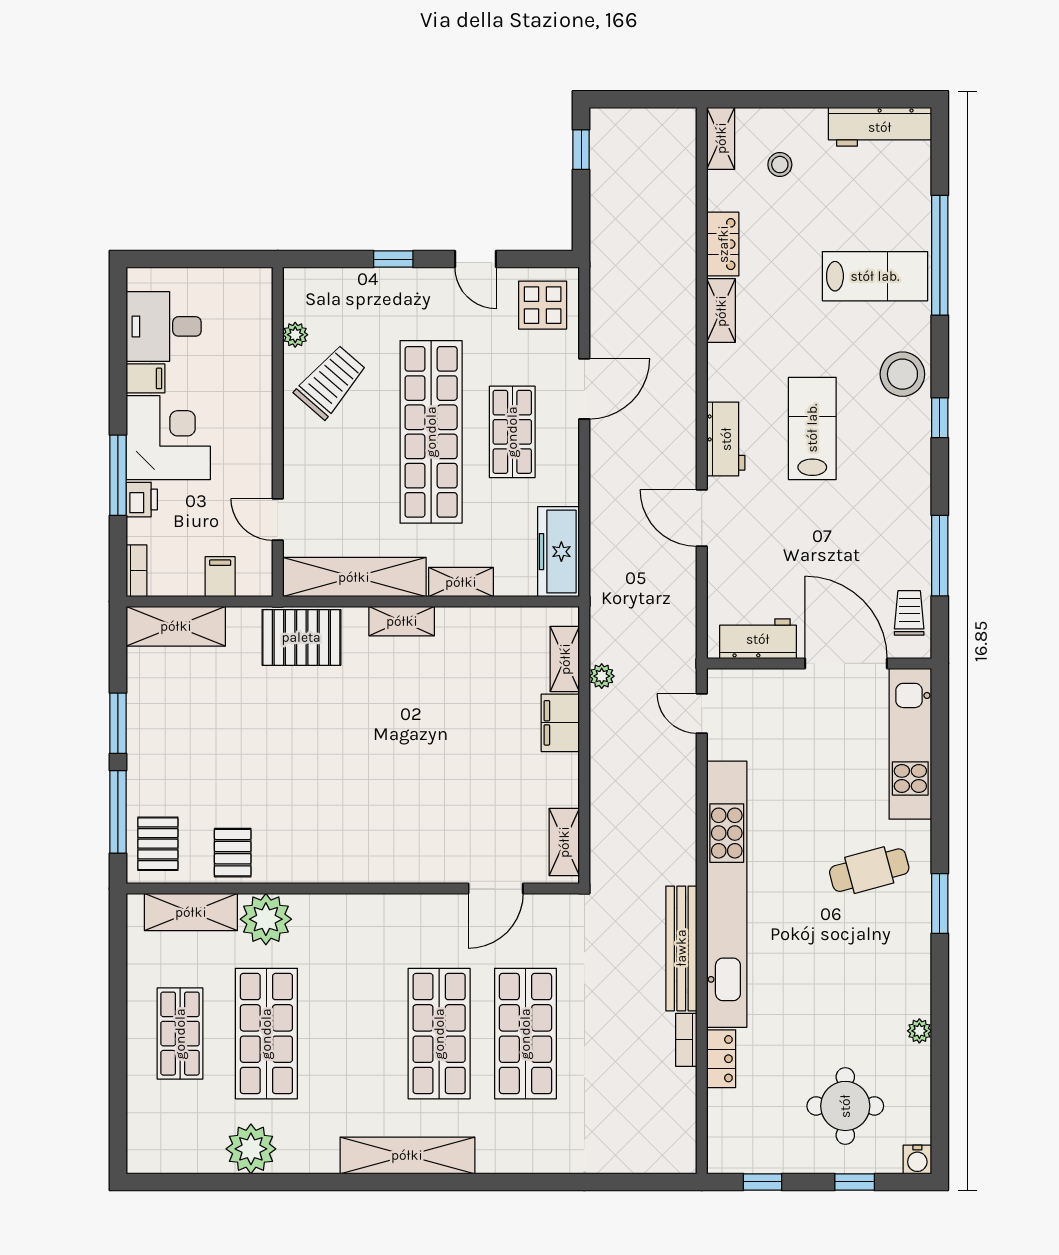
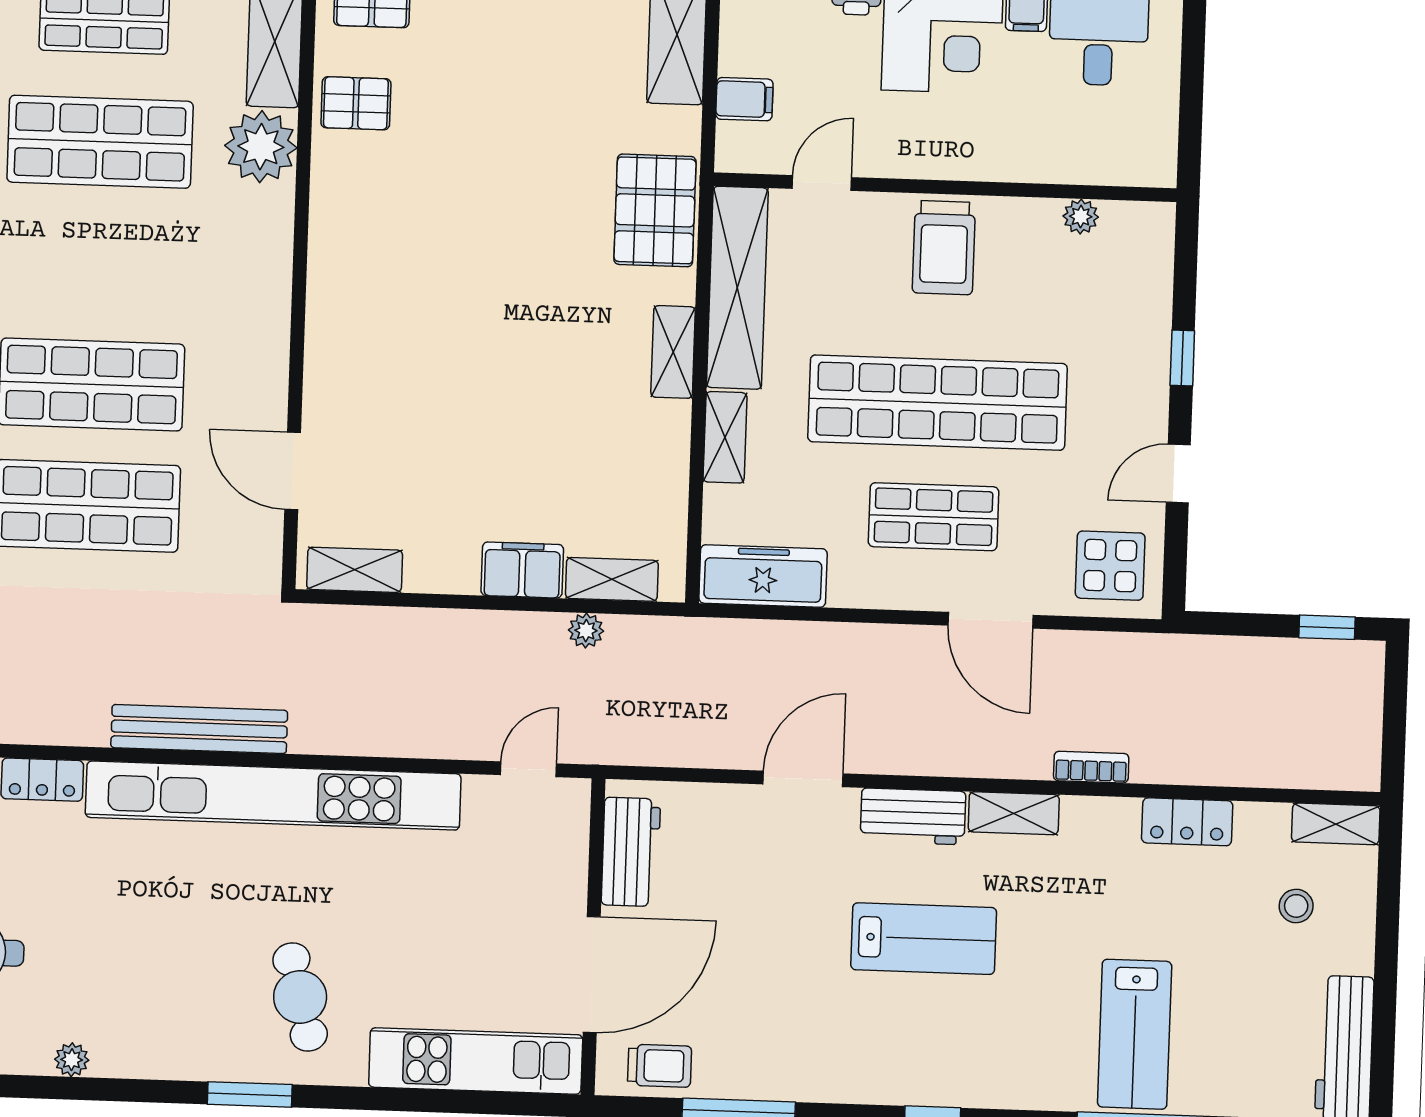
shelving: (721, 311) -> (1014, 813), moved
stool: (902, 374) -> (996, 1068), removed
trolley: (331, 382) -> (944, 248), moved, turned 49
bookcase: (686, 1040) -> (1091, 767), moved

